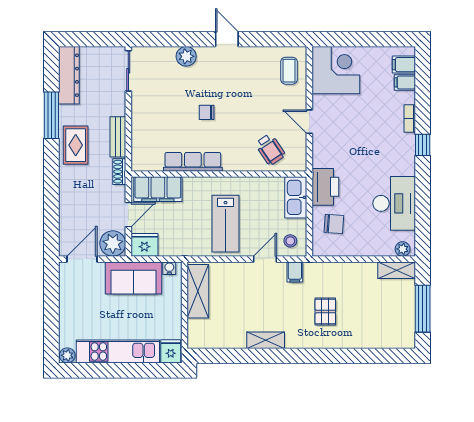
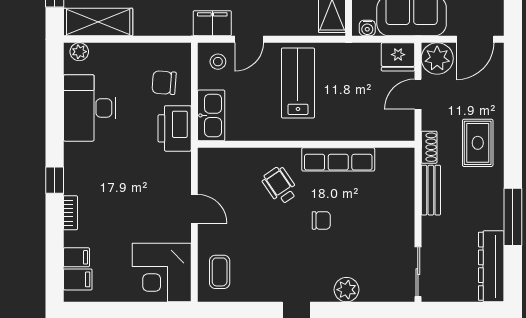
rug: (76, 145) -> (478, 143), moved
wheelchair: (270, 149) -> (280, 185), moved
filing cabinet: (158, 189) -> (381, 126), removed
shelving: (397, 270) -> (98, 22), width x1.50, depth x1.33
filing cabinet: (295, 272) -> (212, 23), width x2.00

